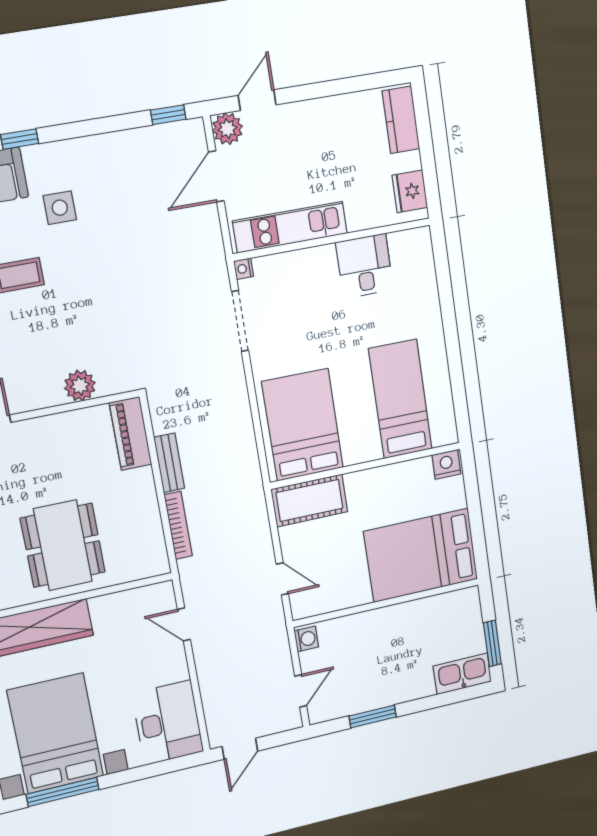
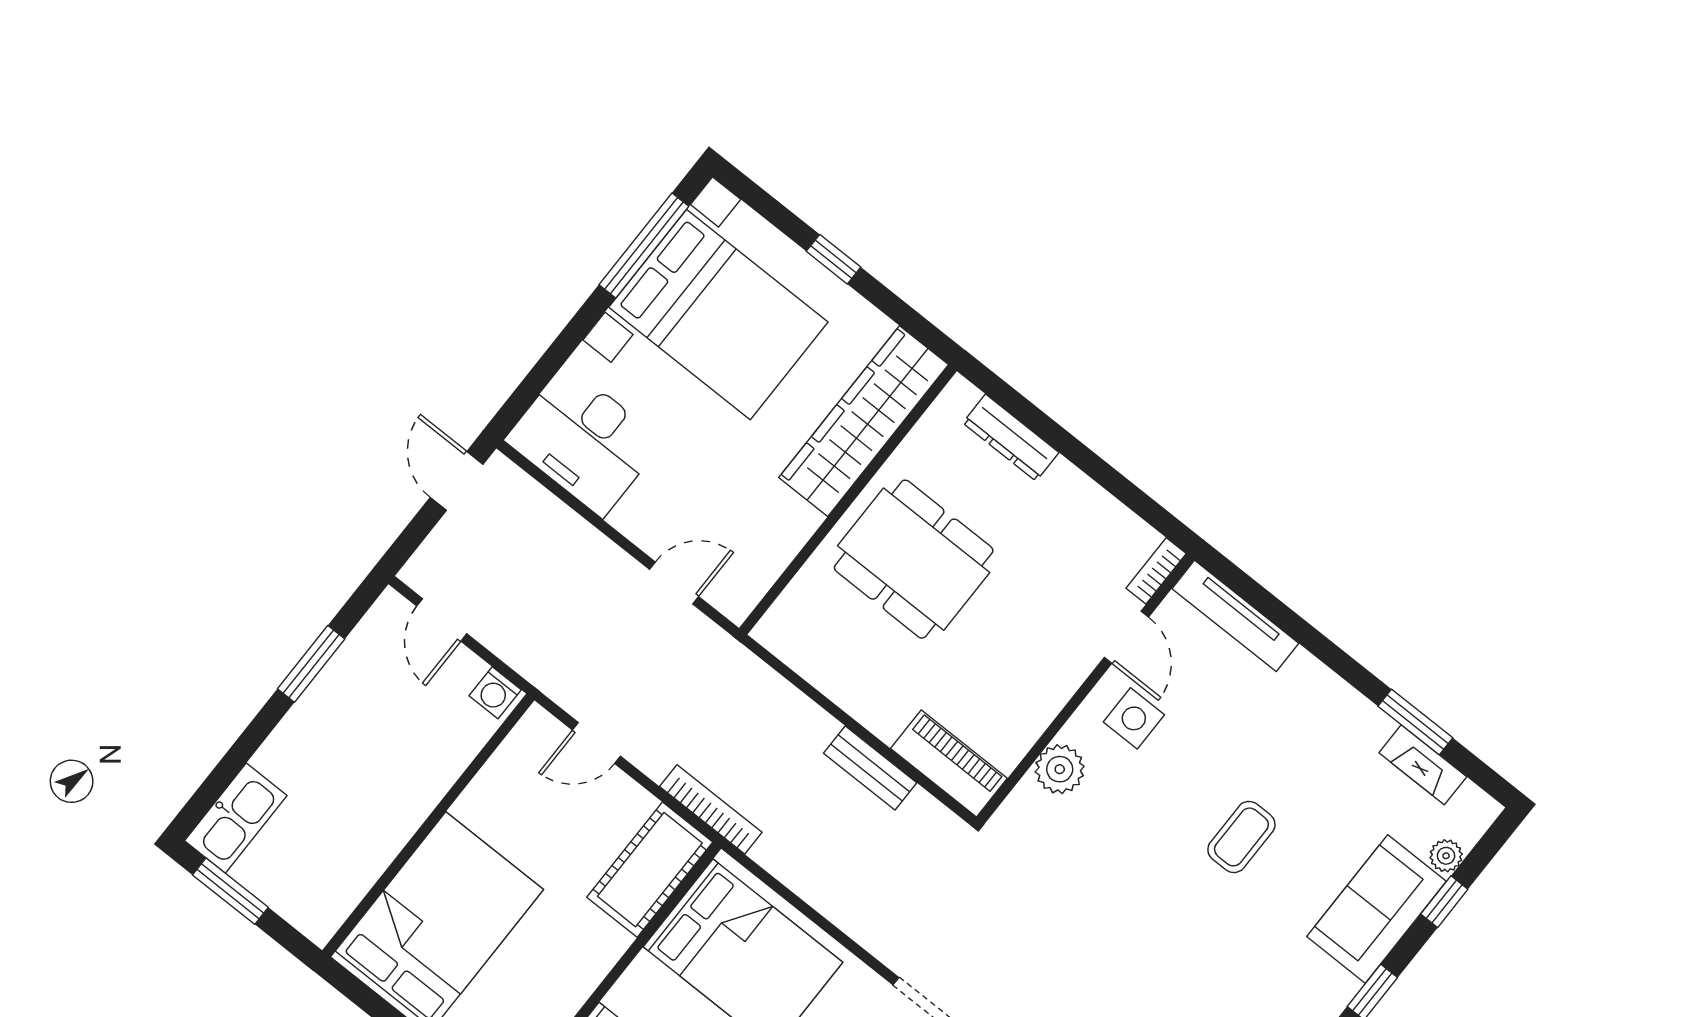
side table: (60, 208) -> (1134, 718), moved
bookcase: (178, 525) -> (711, 809), moved, turned 180

